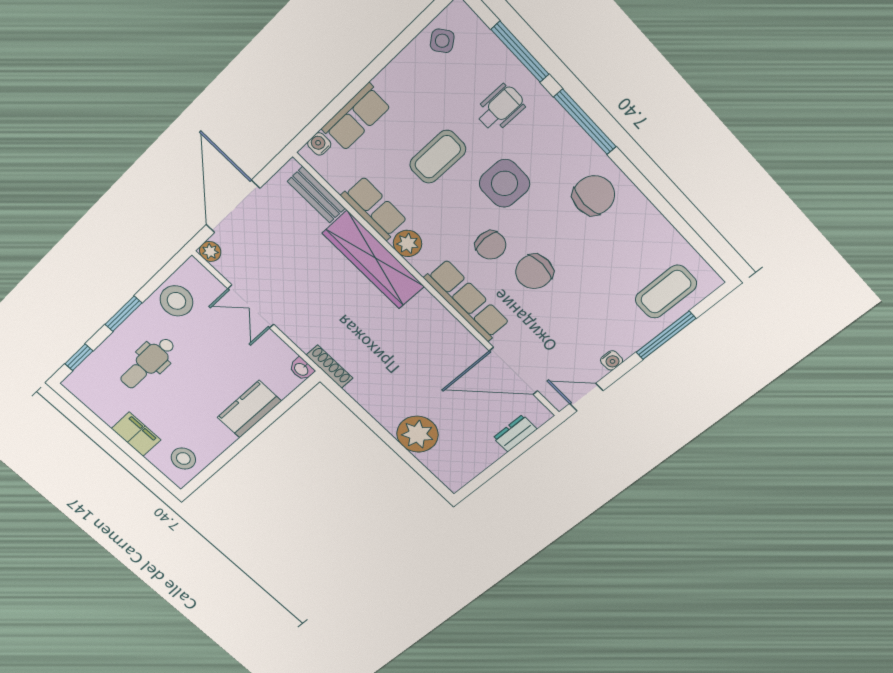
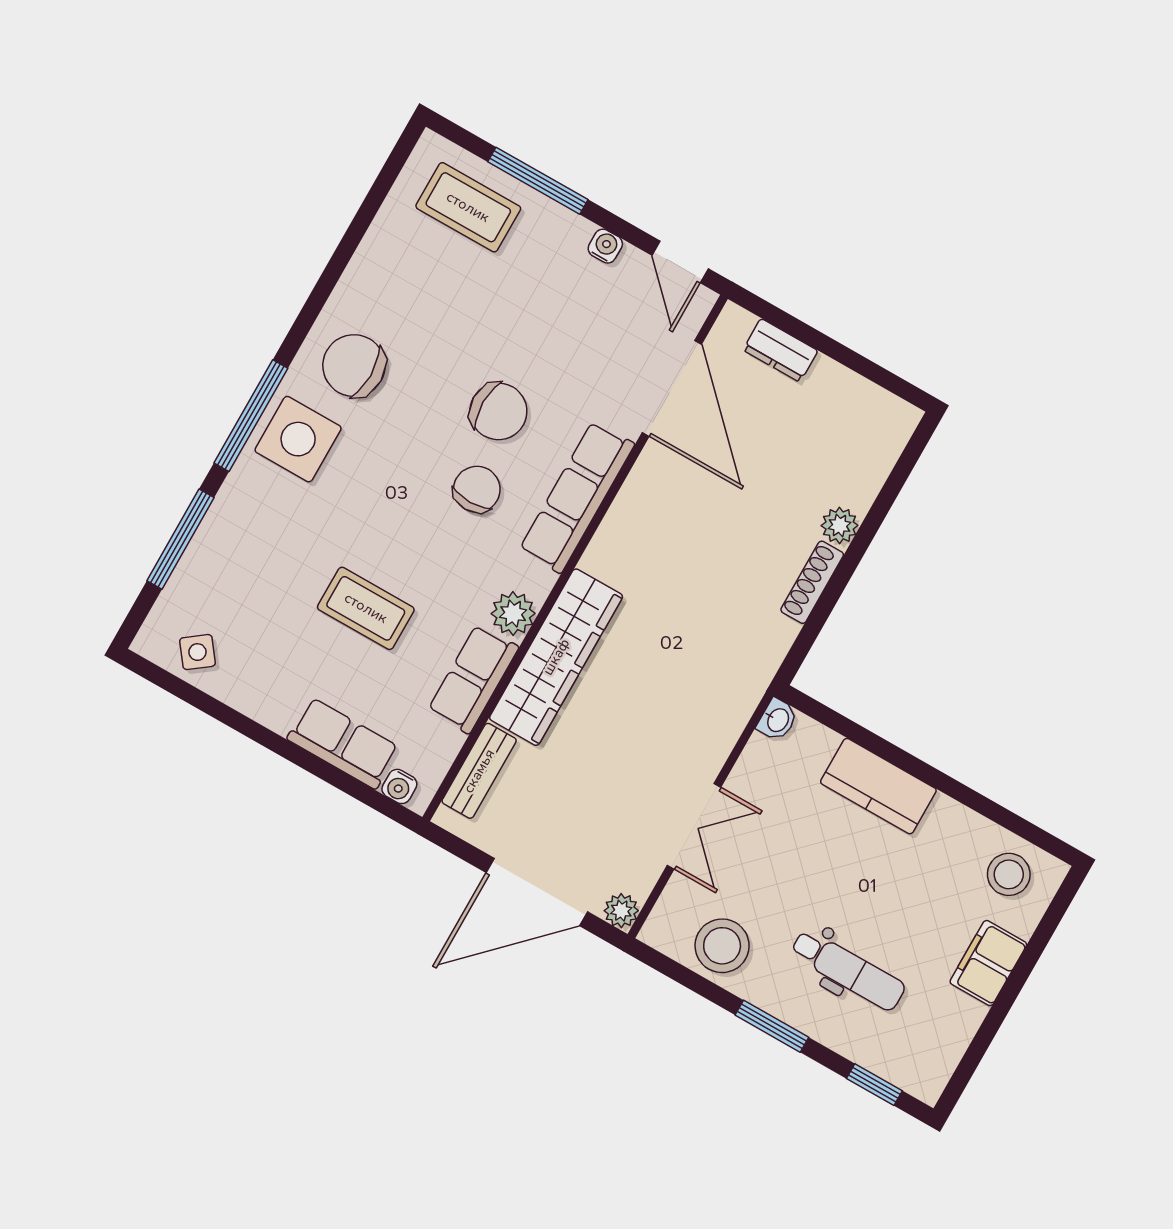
wheelchair: (500, 108) -> (267, 541), removed
side table: (504, 183) -> (298, 439), moved
shoe rack: (329, 367) -> (812, 582), moved
plant: (418, 434) -> (840, 525), width x0.53, depth x0.53

